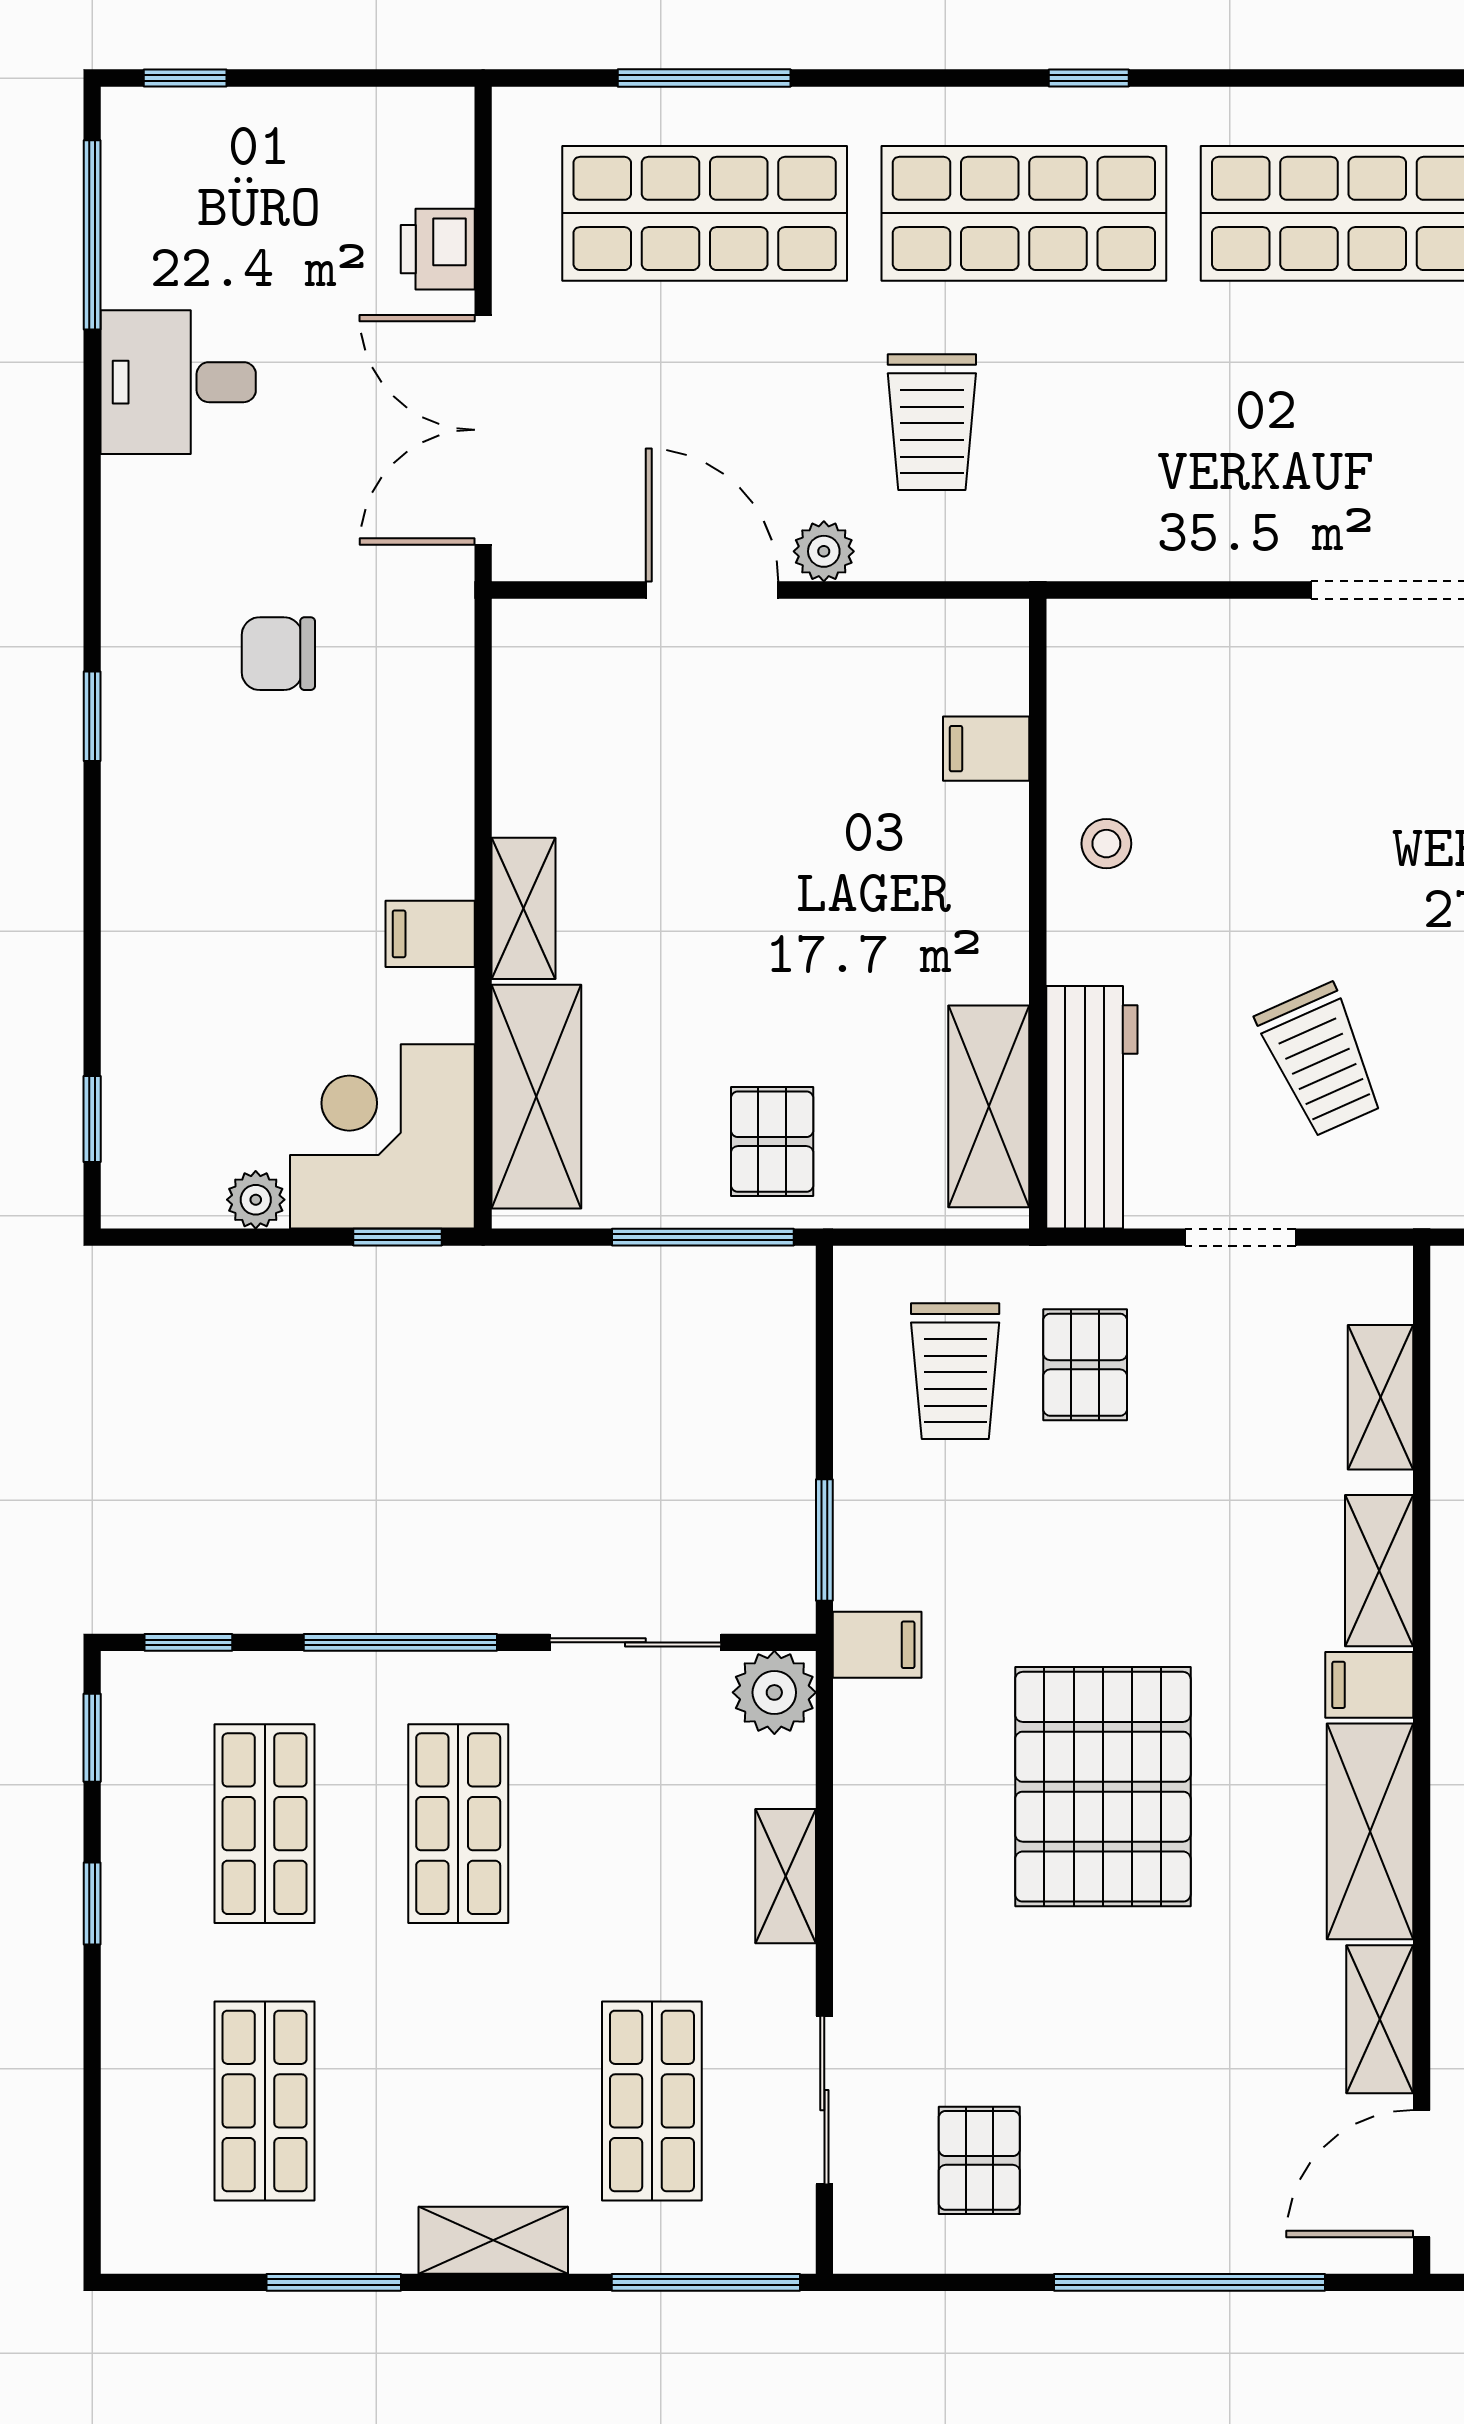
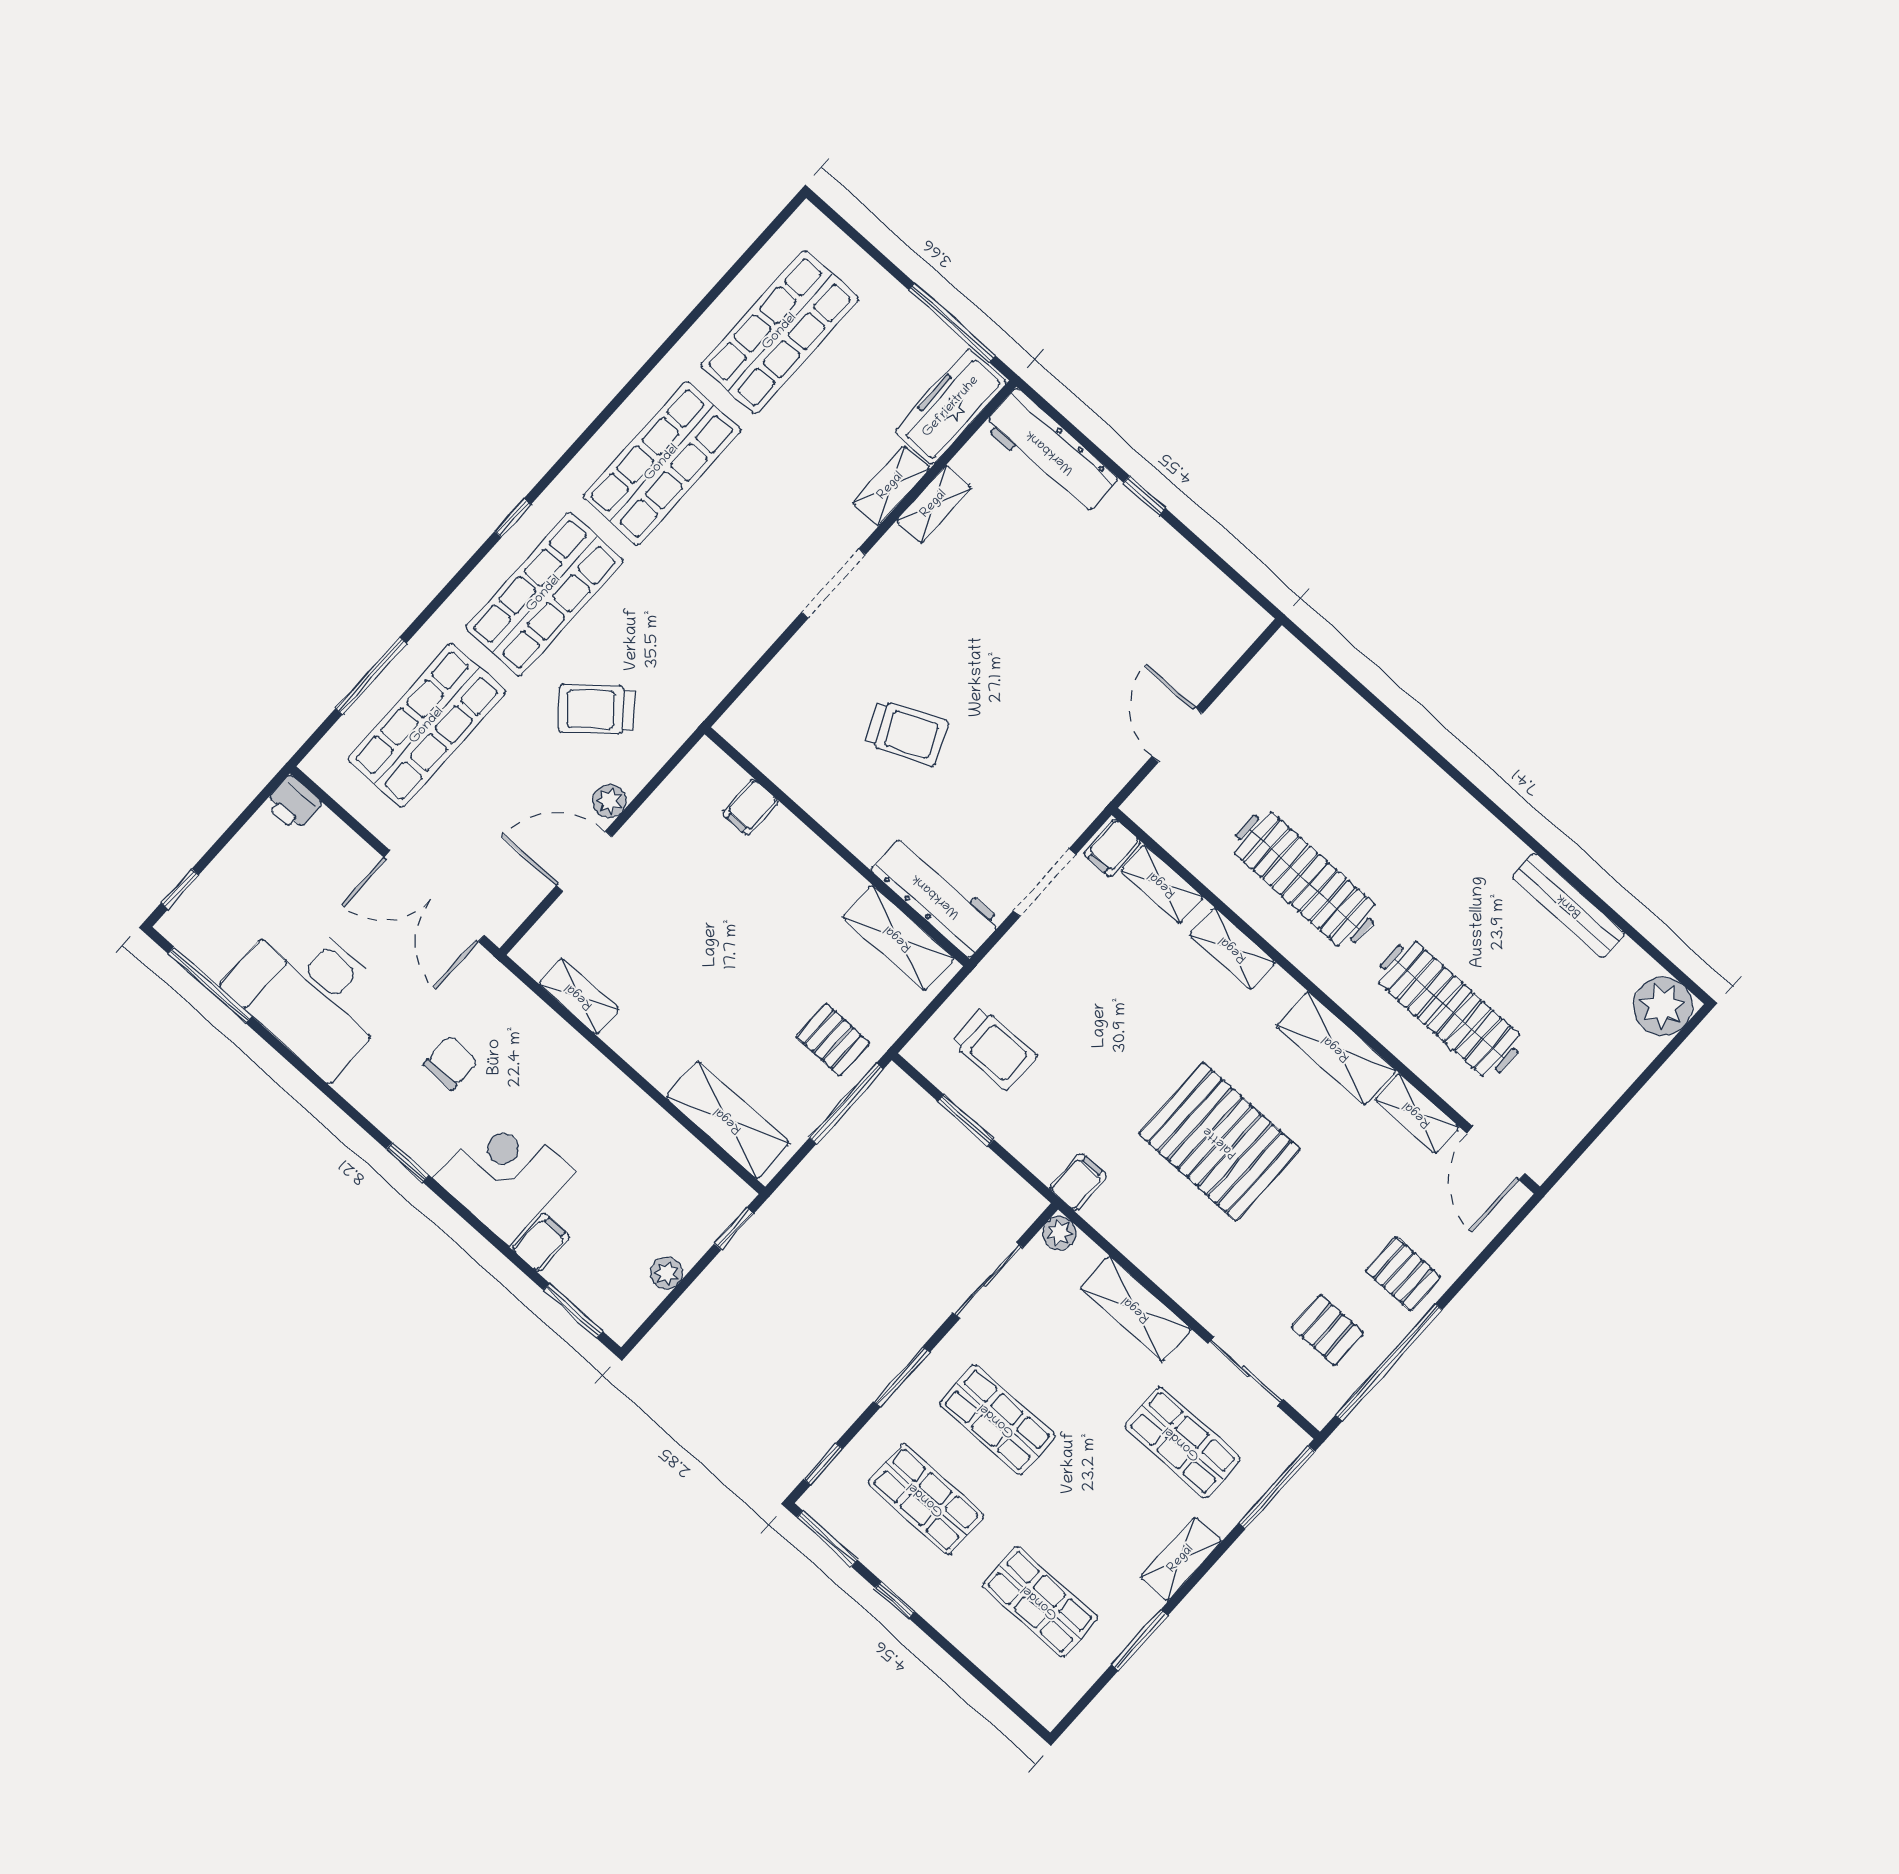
printer: (438, 249) -> (293, 803), moved
desk: (178, 382) -> (311, 994), width x1.87, depth x1.30
trolley: (932, 422) -> (596, 709), turned 140
chair: (278, 654) -> (451, 1063), turned 180
stool: (1106, 844) -> (834, 793), removed
shelving: (523, 908) -> (579, 996), moved
filing cabinet: (430, 934) -> (541, 1243), moved, turned 180
trolley: (1321, 1060) -> (906, 733), moved
window: (92, 1119) -> (573, 1311), width x1.50
corner desk: (382, 1136) -> (505, 1175), moved, turned 90
doorway: (1240, 1237) -> (1045, 883), width x1.38
pallet: (1085, 1365) -> (1403, 1274), moved
window: (824, 1540) -> (966, 1120), moved
window: (400, 1642) -> (901, 1377), width x0.69
filing cabinet: (1369, 1685) -> (1112, 848), moved
plant: (774, 1692) -> (1059, 1233), width x0.73, depth x0.73
window: (92, 1738) -> (827, 1539), width x1.50
shelving: (786, 1876) -> (1136, 1309), width x1.50, depth x1.33
window: (1190, 2282) -> (1389, 1362), moved

